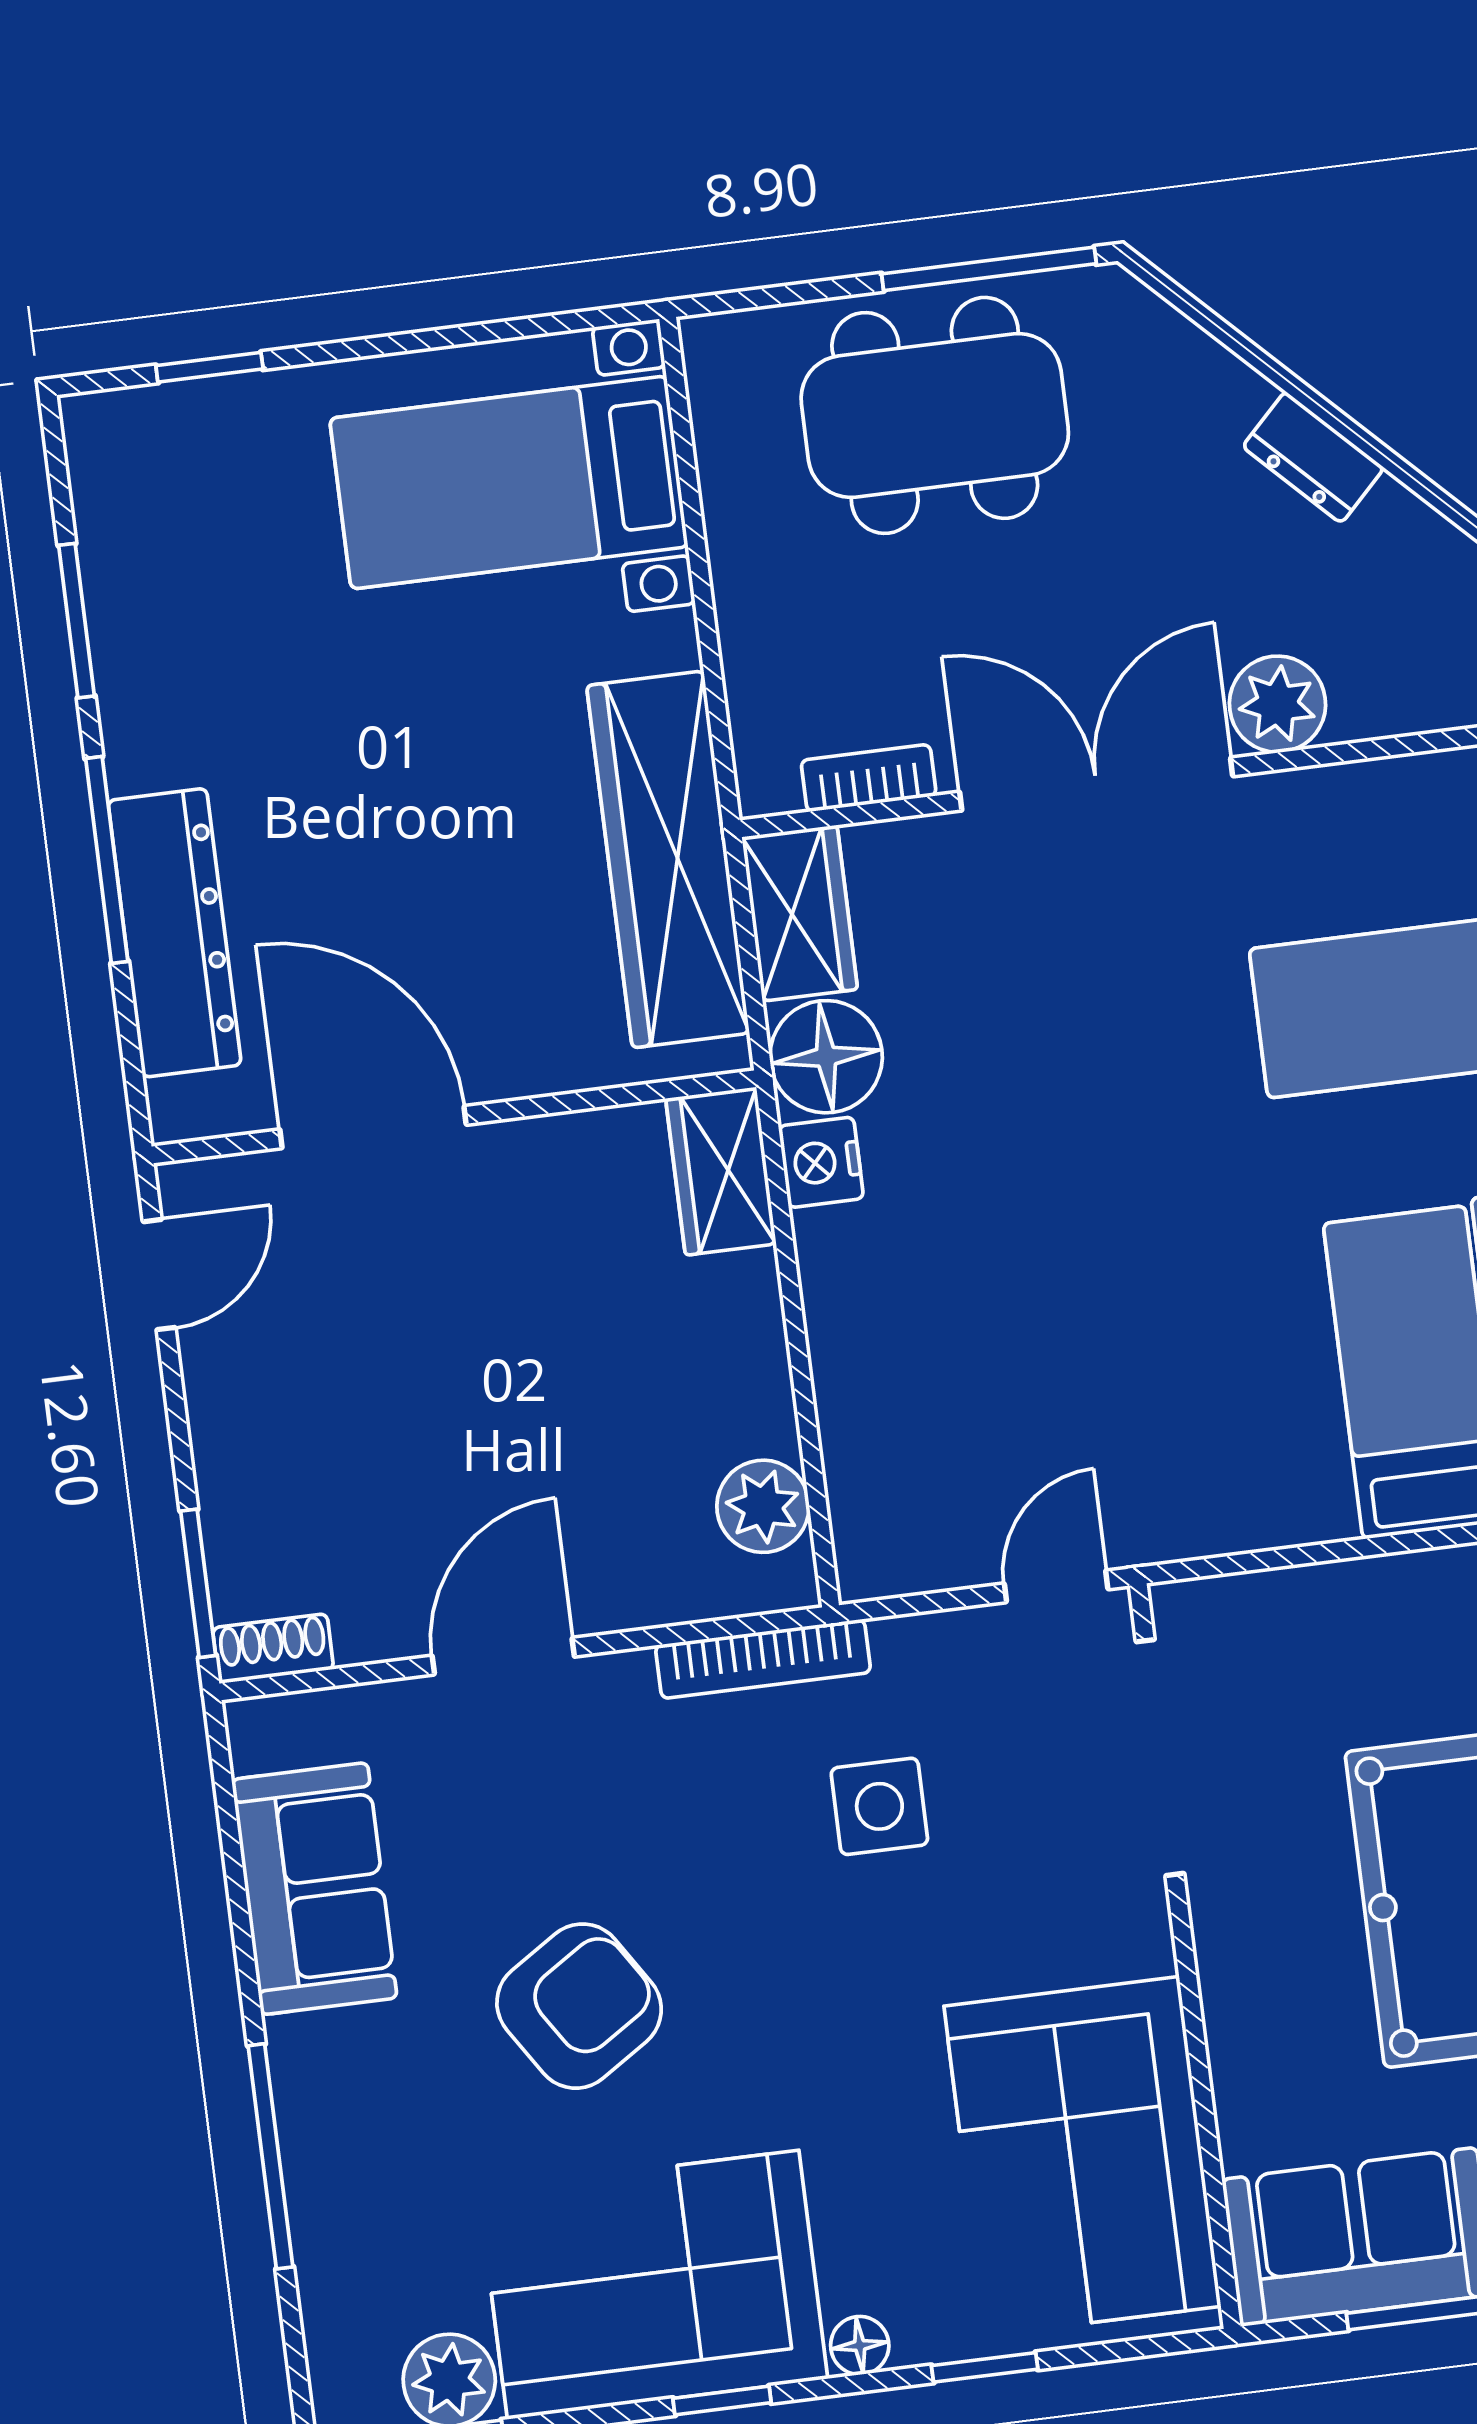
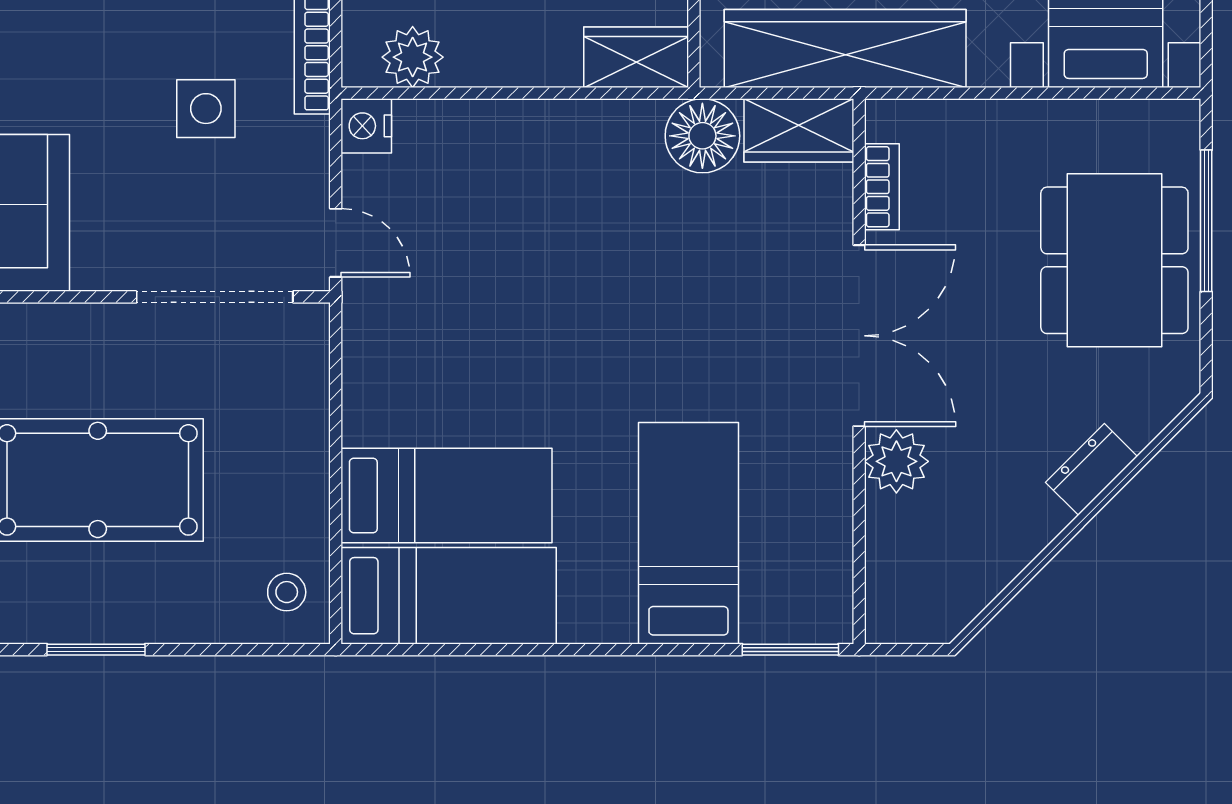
window: (989, 269) -> (1206, 221), moved
dresser: (1313, 457) -> (1091, 469), moved
nightstand: (821, 1162) -> (366, 126), moved, turned -90

